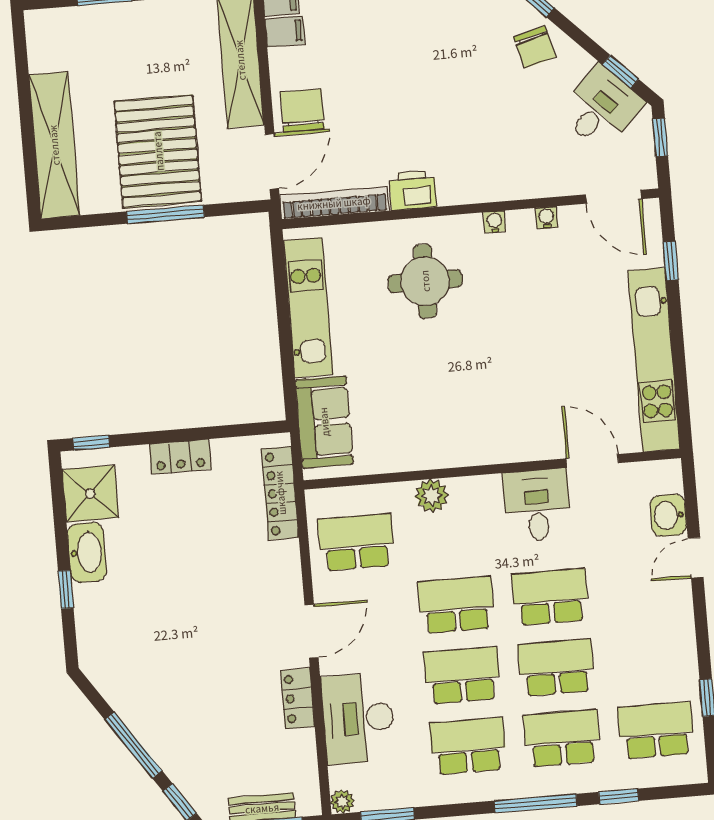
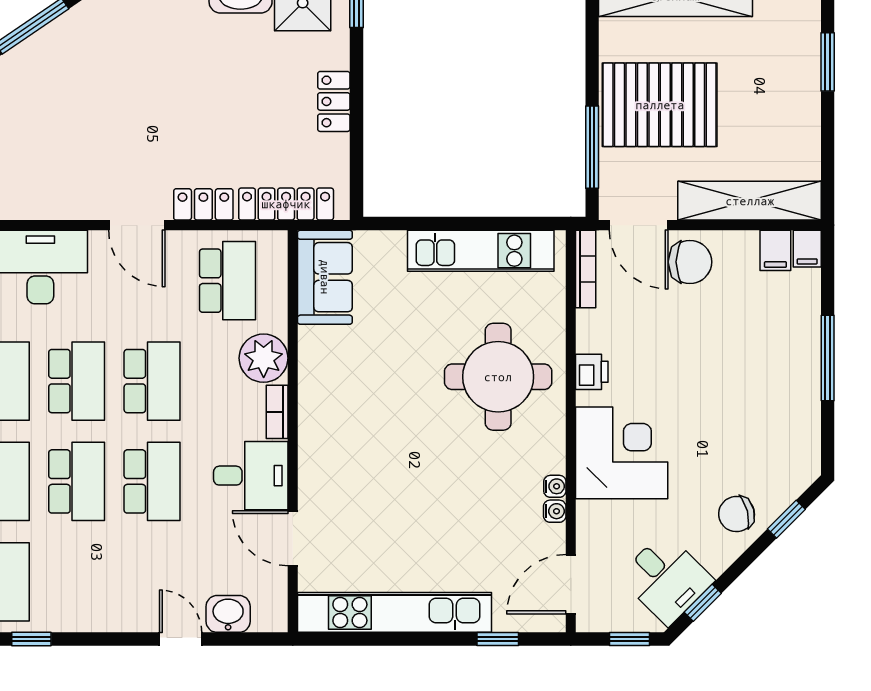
corner desk: (487, 159) -> (622, 453), added
printer: (413, 190) -> (592, 372), width x0.73, depth x0.81
bookcase: (334, 203) -> (586, 269), width x0.68, depth x0.76
window: (165, 214) -> (592, 147), moved
water cooler: (494, 222) -> (555, 486), moved
round table: (425, 281) -> (498, 377), width x1.36, depth x1.36
sofa: (324, 422) -> (325, 277), moved, turned -90
door: (592, 461) -> (293, 538), swing flipped
bookcase: (475, 485) -> (277, 412), added
plant: (432, 496) -> (264, 358), width x1.36, depth x1.36
locker: (298, 698) -> (203, 204), moved

